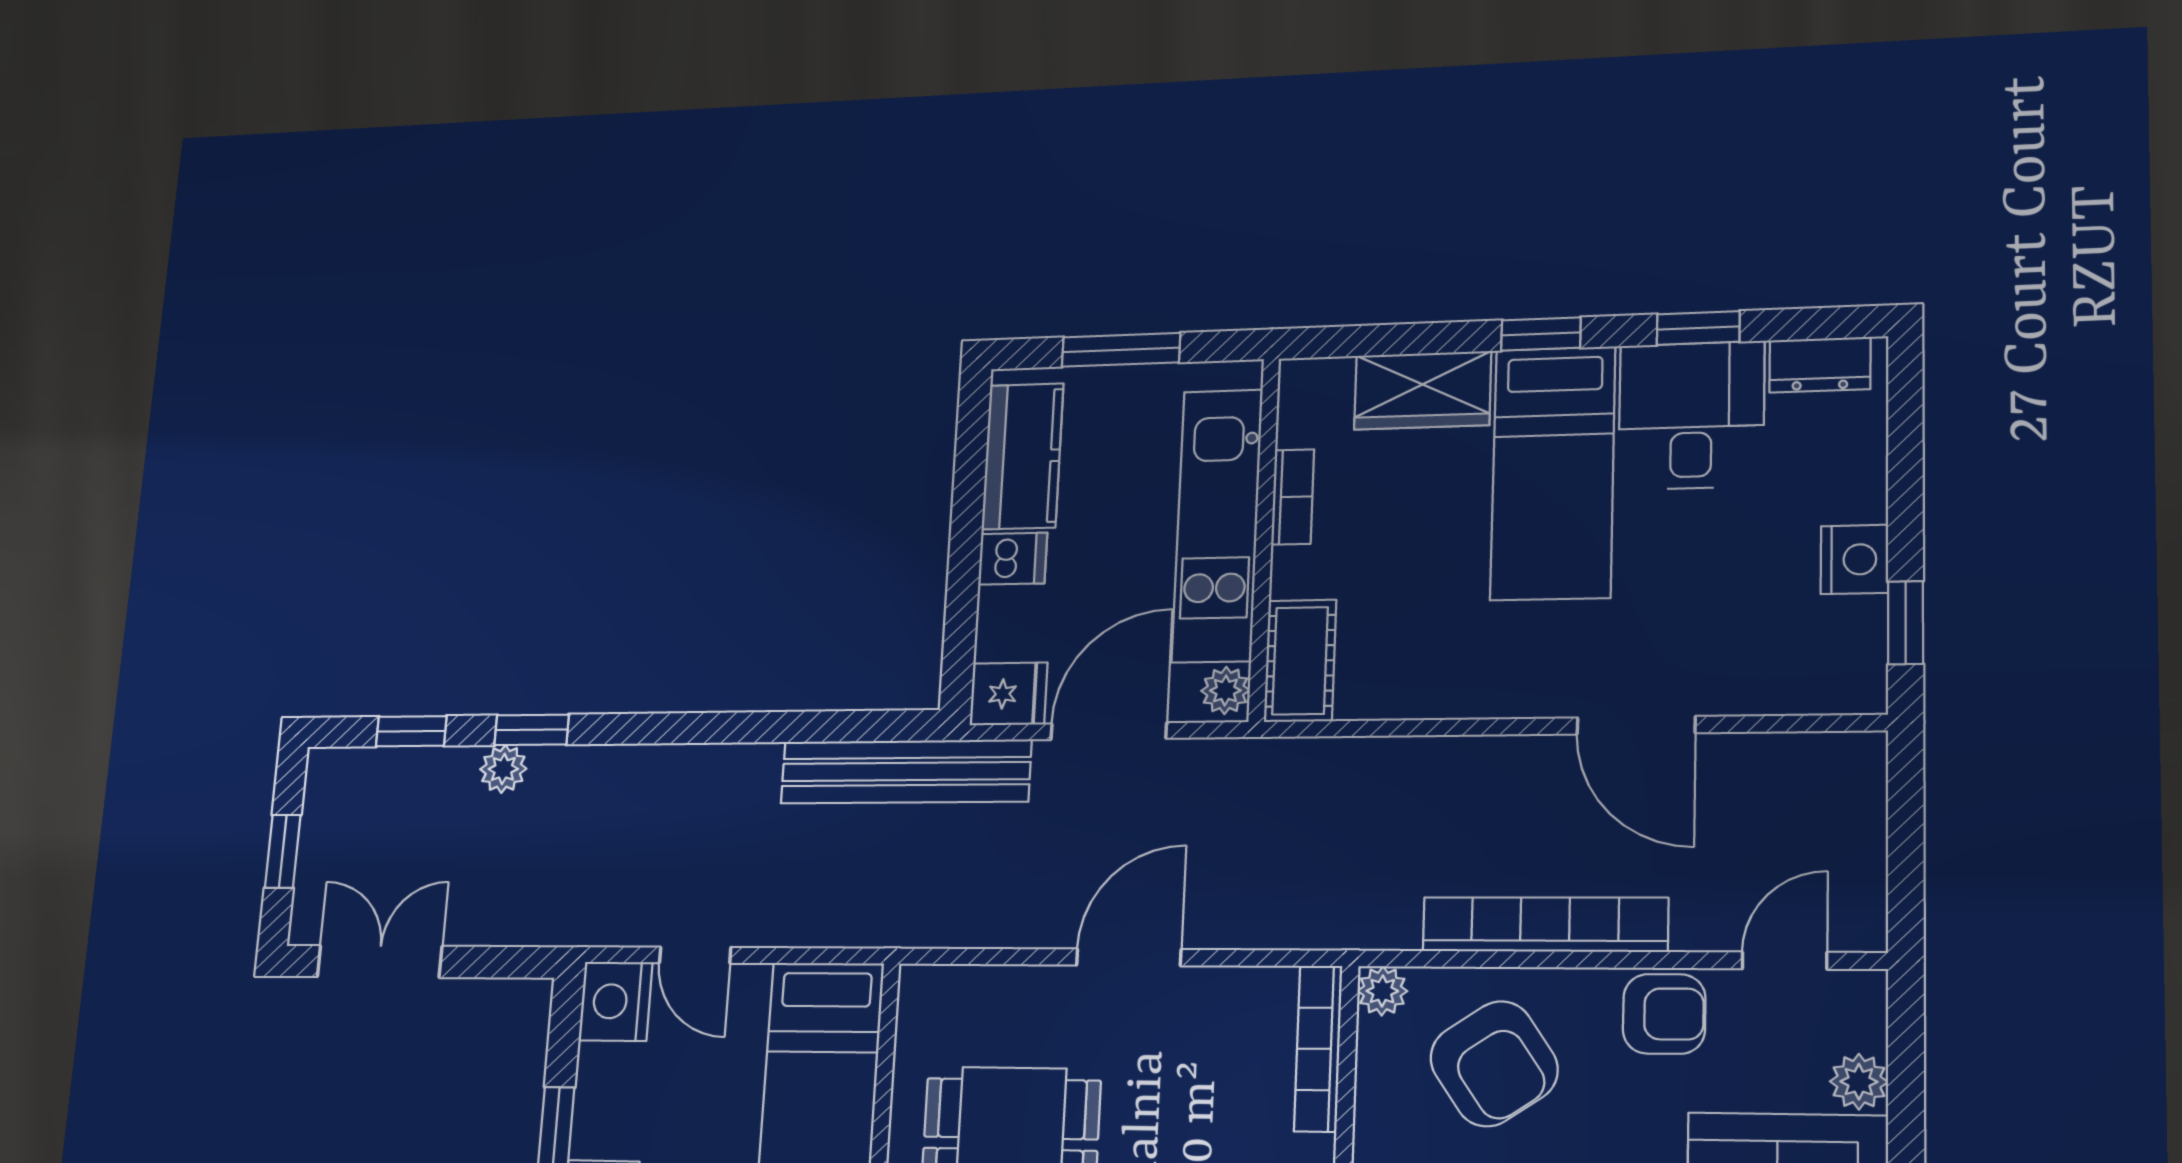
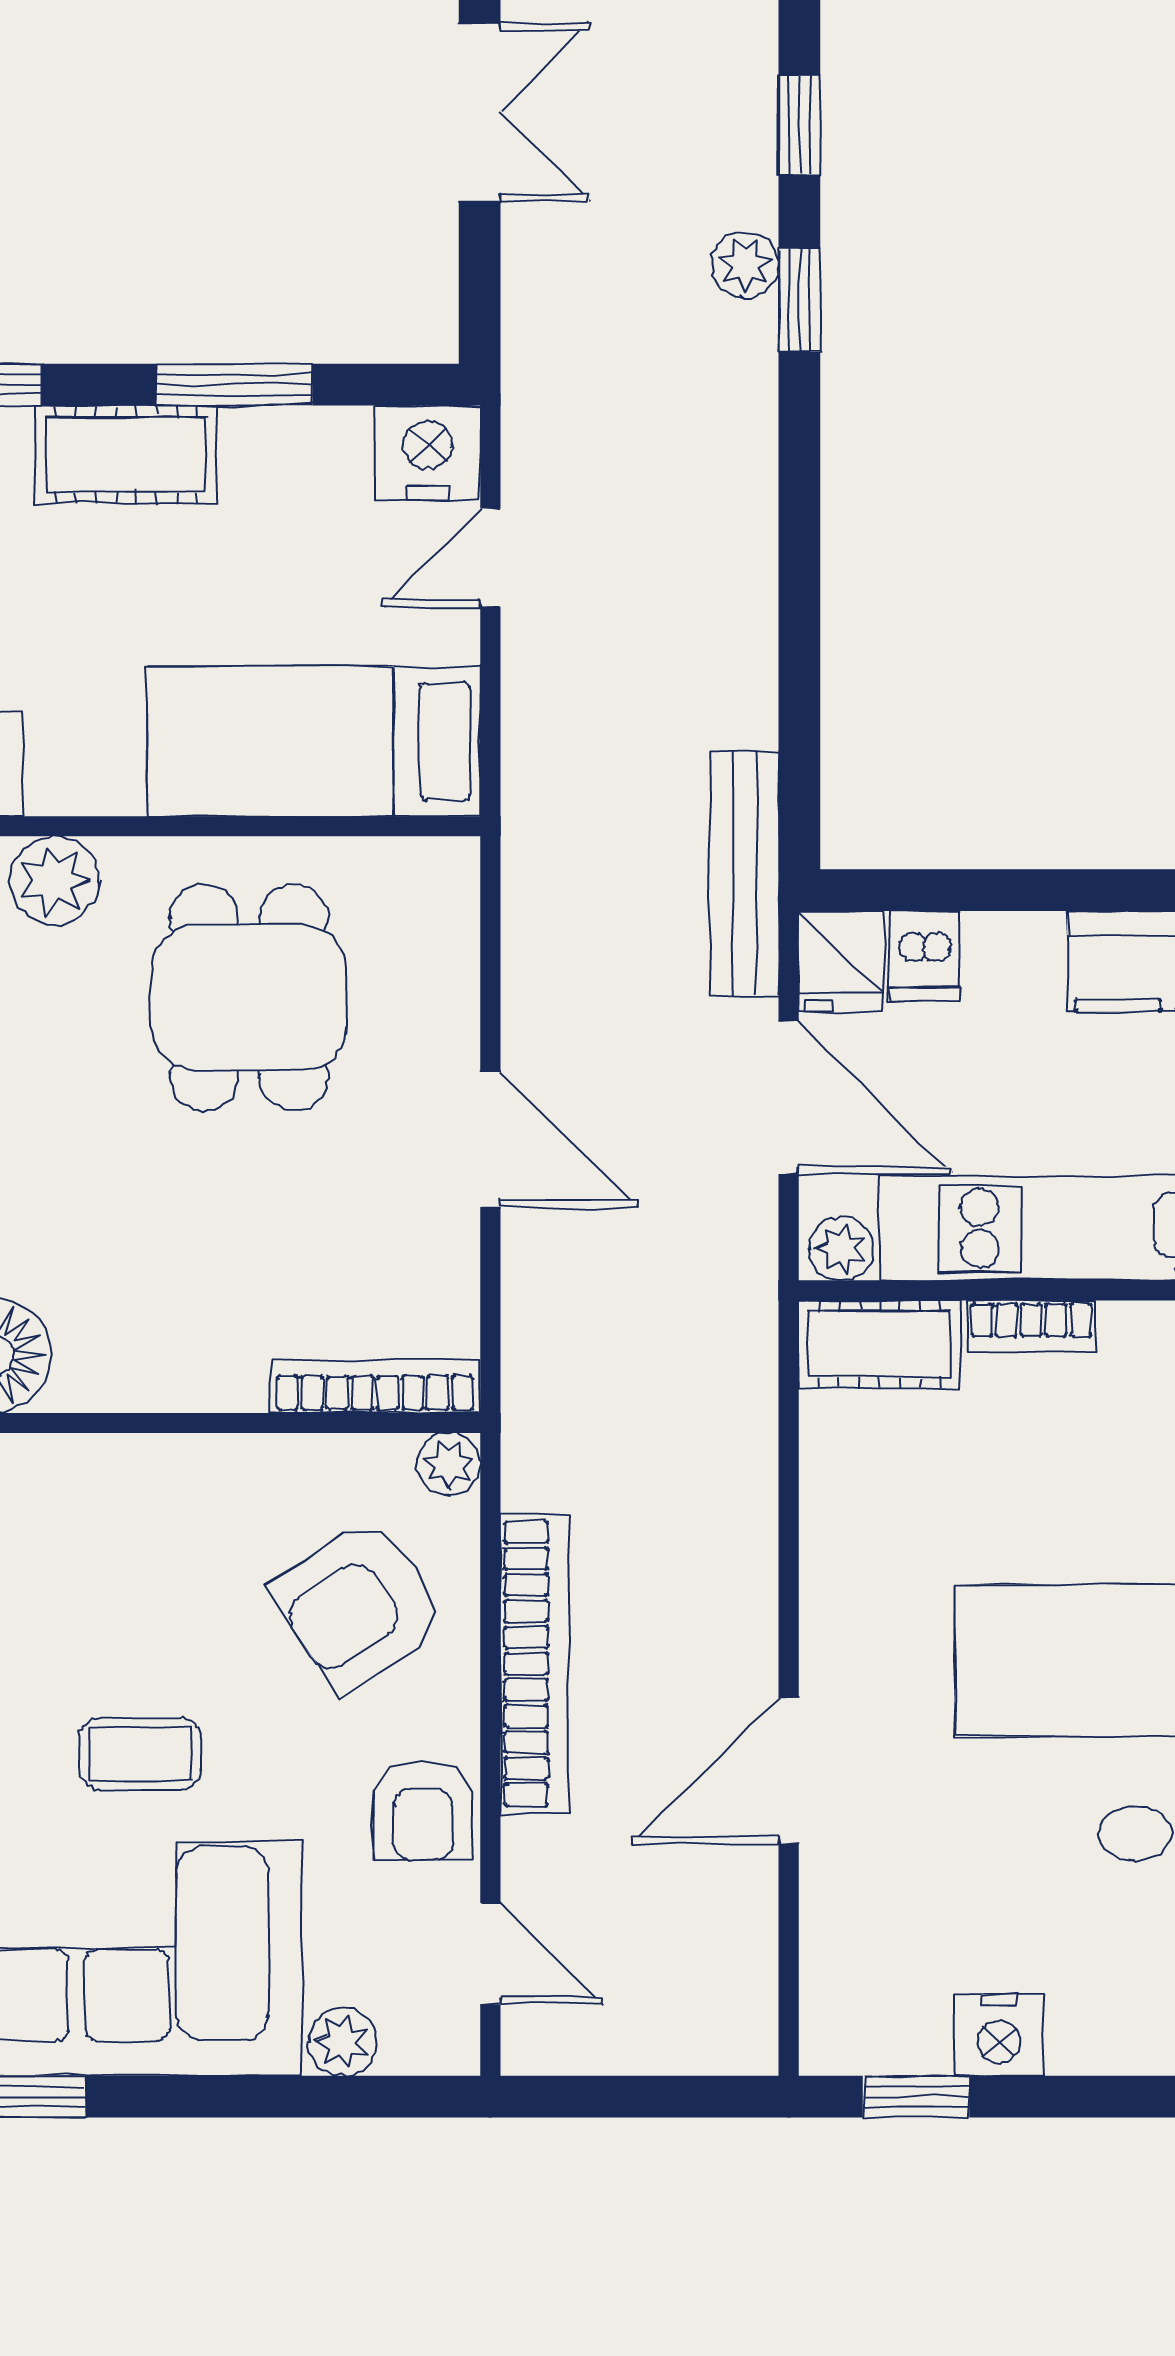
bookcase: (1293, 497) -> (1031, 1326), moved
dishwasher: (1013, 559) -> (924, 956), moved
bench: (906, 772) -> (744, 873), width x0.73, depth x0.82

